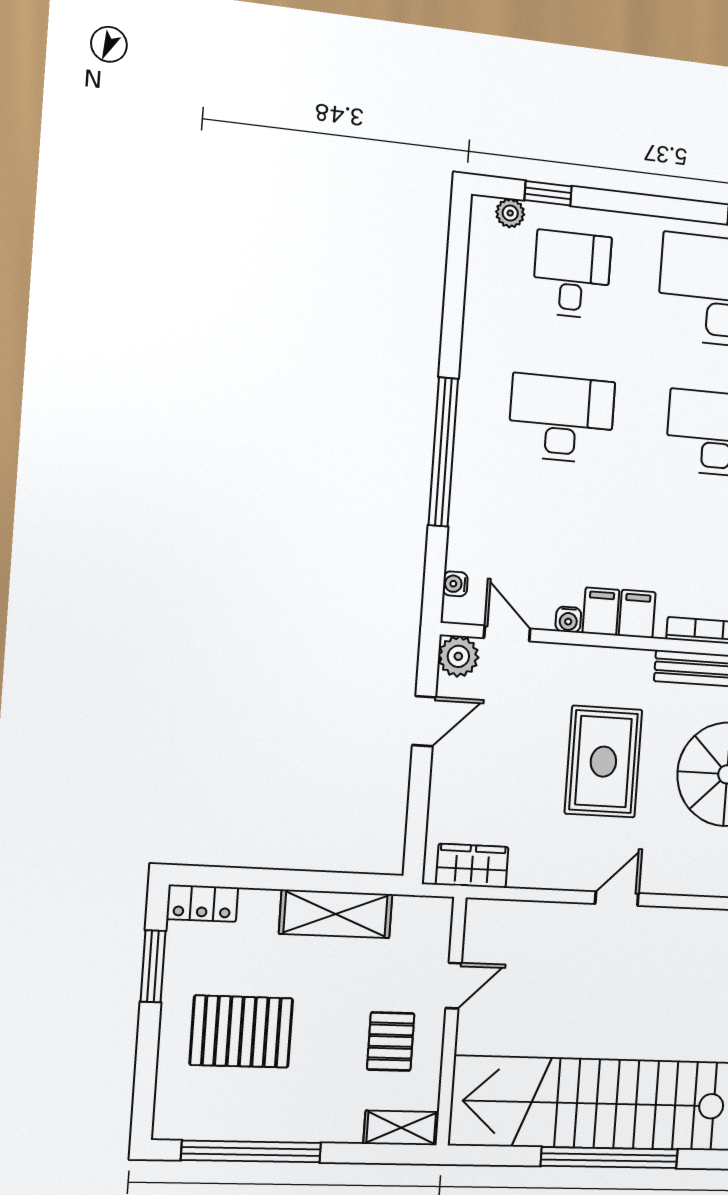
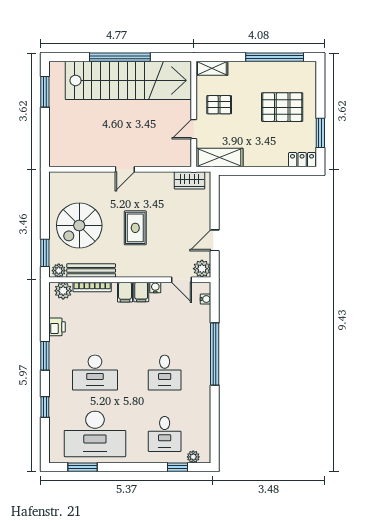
desk: (561, 419) -> (165, 373), width x0.73
rug: (603, 762) -> (135, 228), width x0.73, depth x0.70
shelving: (336, 914) -> (220, 158), moved
pallet: (391, 1041) -> (219, 105), turned 90

